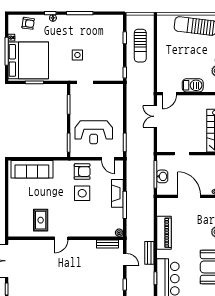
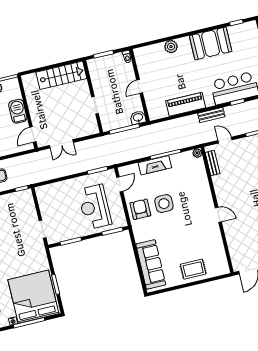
side table: (77, 55) -> (15, 245), removed
door: (169, 94) -> (33, 134), swing flipped
reception desk: (94, 132) -> (95, 207), turned 180
washbasin: (162, 176) -> (138, 118), moved
door: (189, 196) -> (140, 86), width x0.53
rug: (41, 220) -> (193, 269), moved
door: (125, 260) -> (225, 140), hinge flipped

